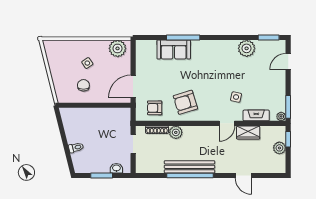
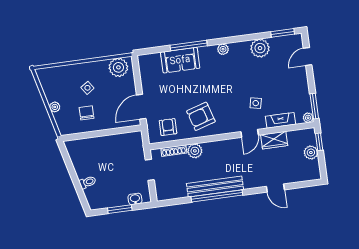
plant: (213, 45) -> (223, 49), added
plant: (56, 76) -> (55, 107), added
armchair: (155, 108) -> (168, 127), turned 90

